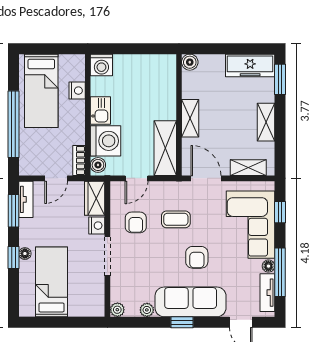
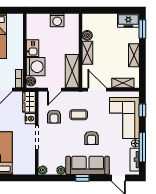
boiler: (190, 62) -> (87, 35), moved
washing machine: (101, 65) -> (57, 20), moved
freezer: (250, 65) -> (128, 21), width x0.71
nightstand: (77, 91) -> (18, 36), removed

